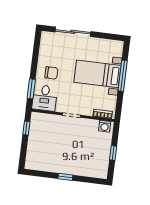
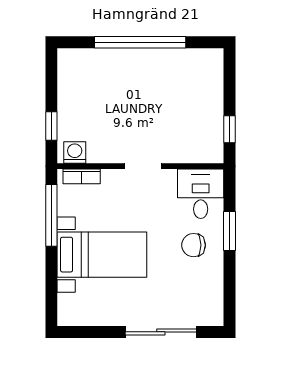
window: (123, 76) -> (51, 215), moved
window: (31, 89) -> (229, 231), moved
window: (113, 153) -> (51, 126), moved
window: (65, 177) -> (140, 42), width x3.17

